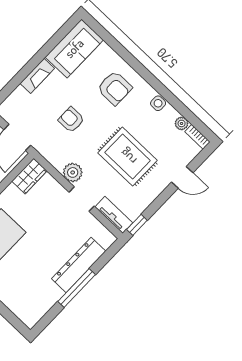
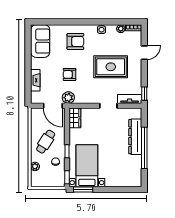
fireplace: (37, 76) -> (35, 80), moved
plant: (73, 172) -> (68, 98), moved
window: (77, 288) -> (144, 148), width x1.46

